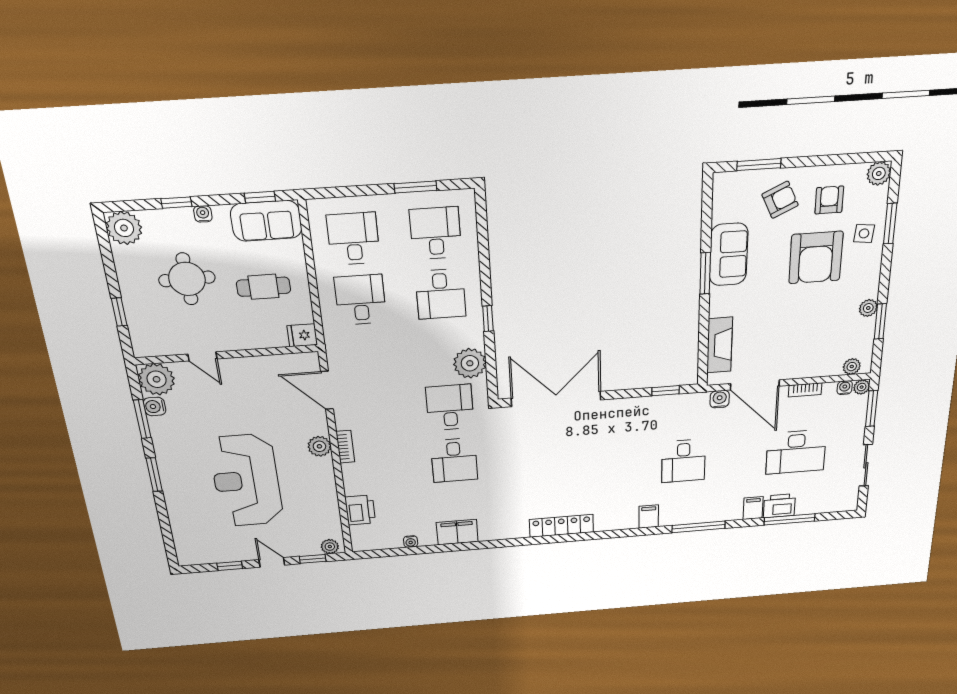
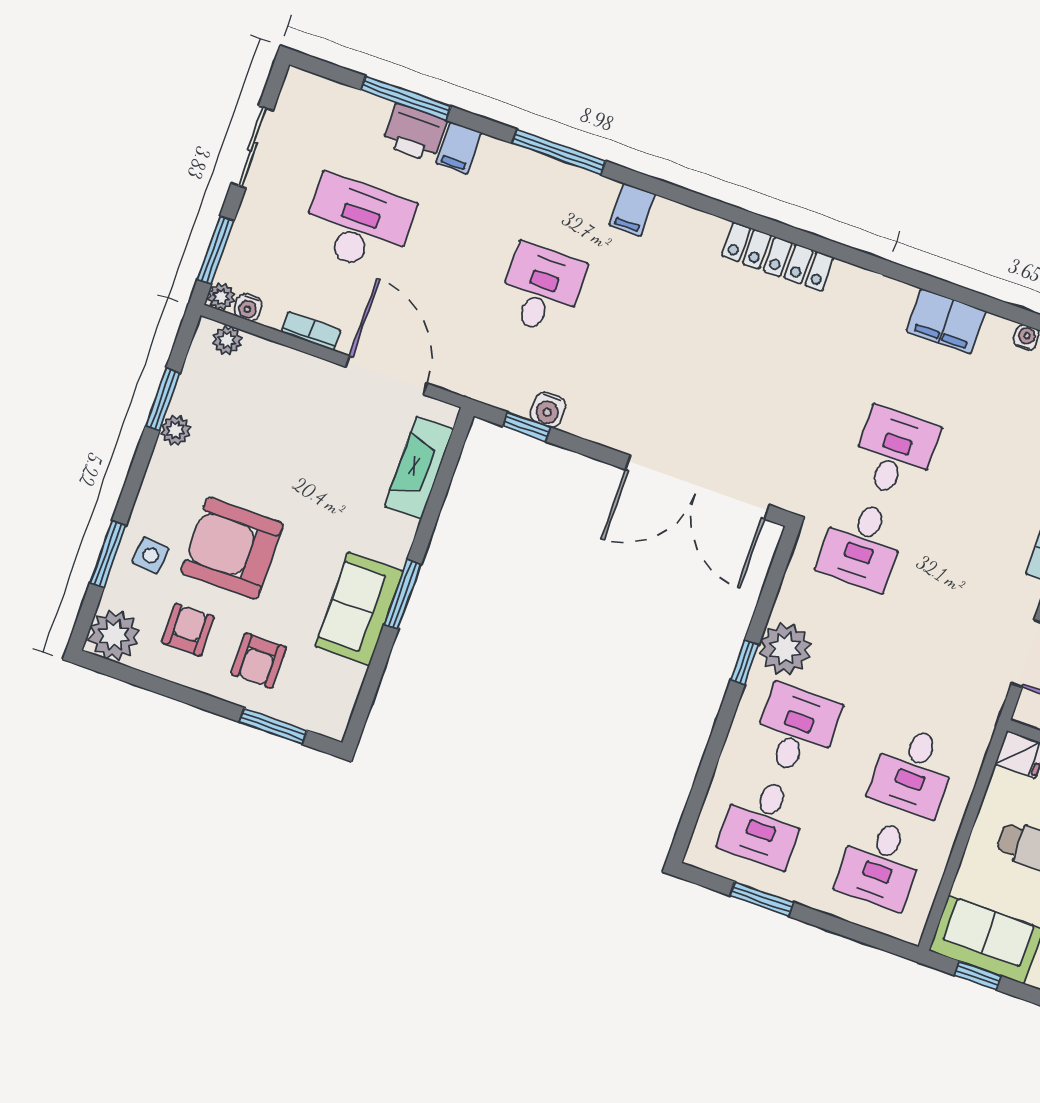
plant: (879, 173) -> (114, 635), width x1.36, depth x1.36
armchair: (780, 200) -> (259, 661), turned -65
armchair: (829, 200) -> (188, 630), turned 180
armchair: (816, 257) -> (232, 548), turned -90
plant: (470, 363) -> (785, 649), moved
water cooler: (720, 399) -> (548, 410), moved

